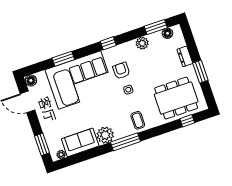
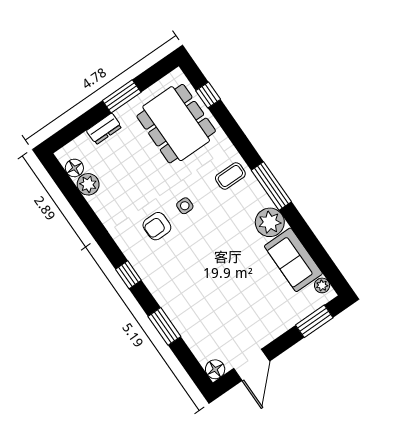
window: (156, 27) -> (70, 190), removed
window: (108, 43) -> (128, 275), moved
plant: (142, 43) -> (88, 184), moved
corner sofa: (80, 80) -> (192, 290), removed

